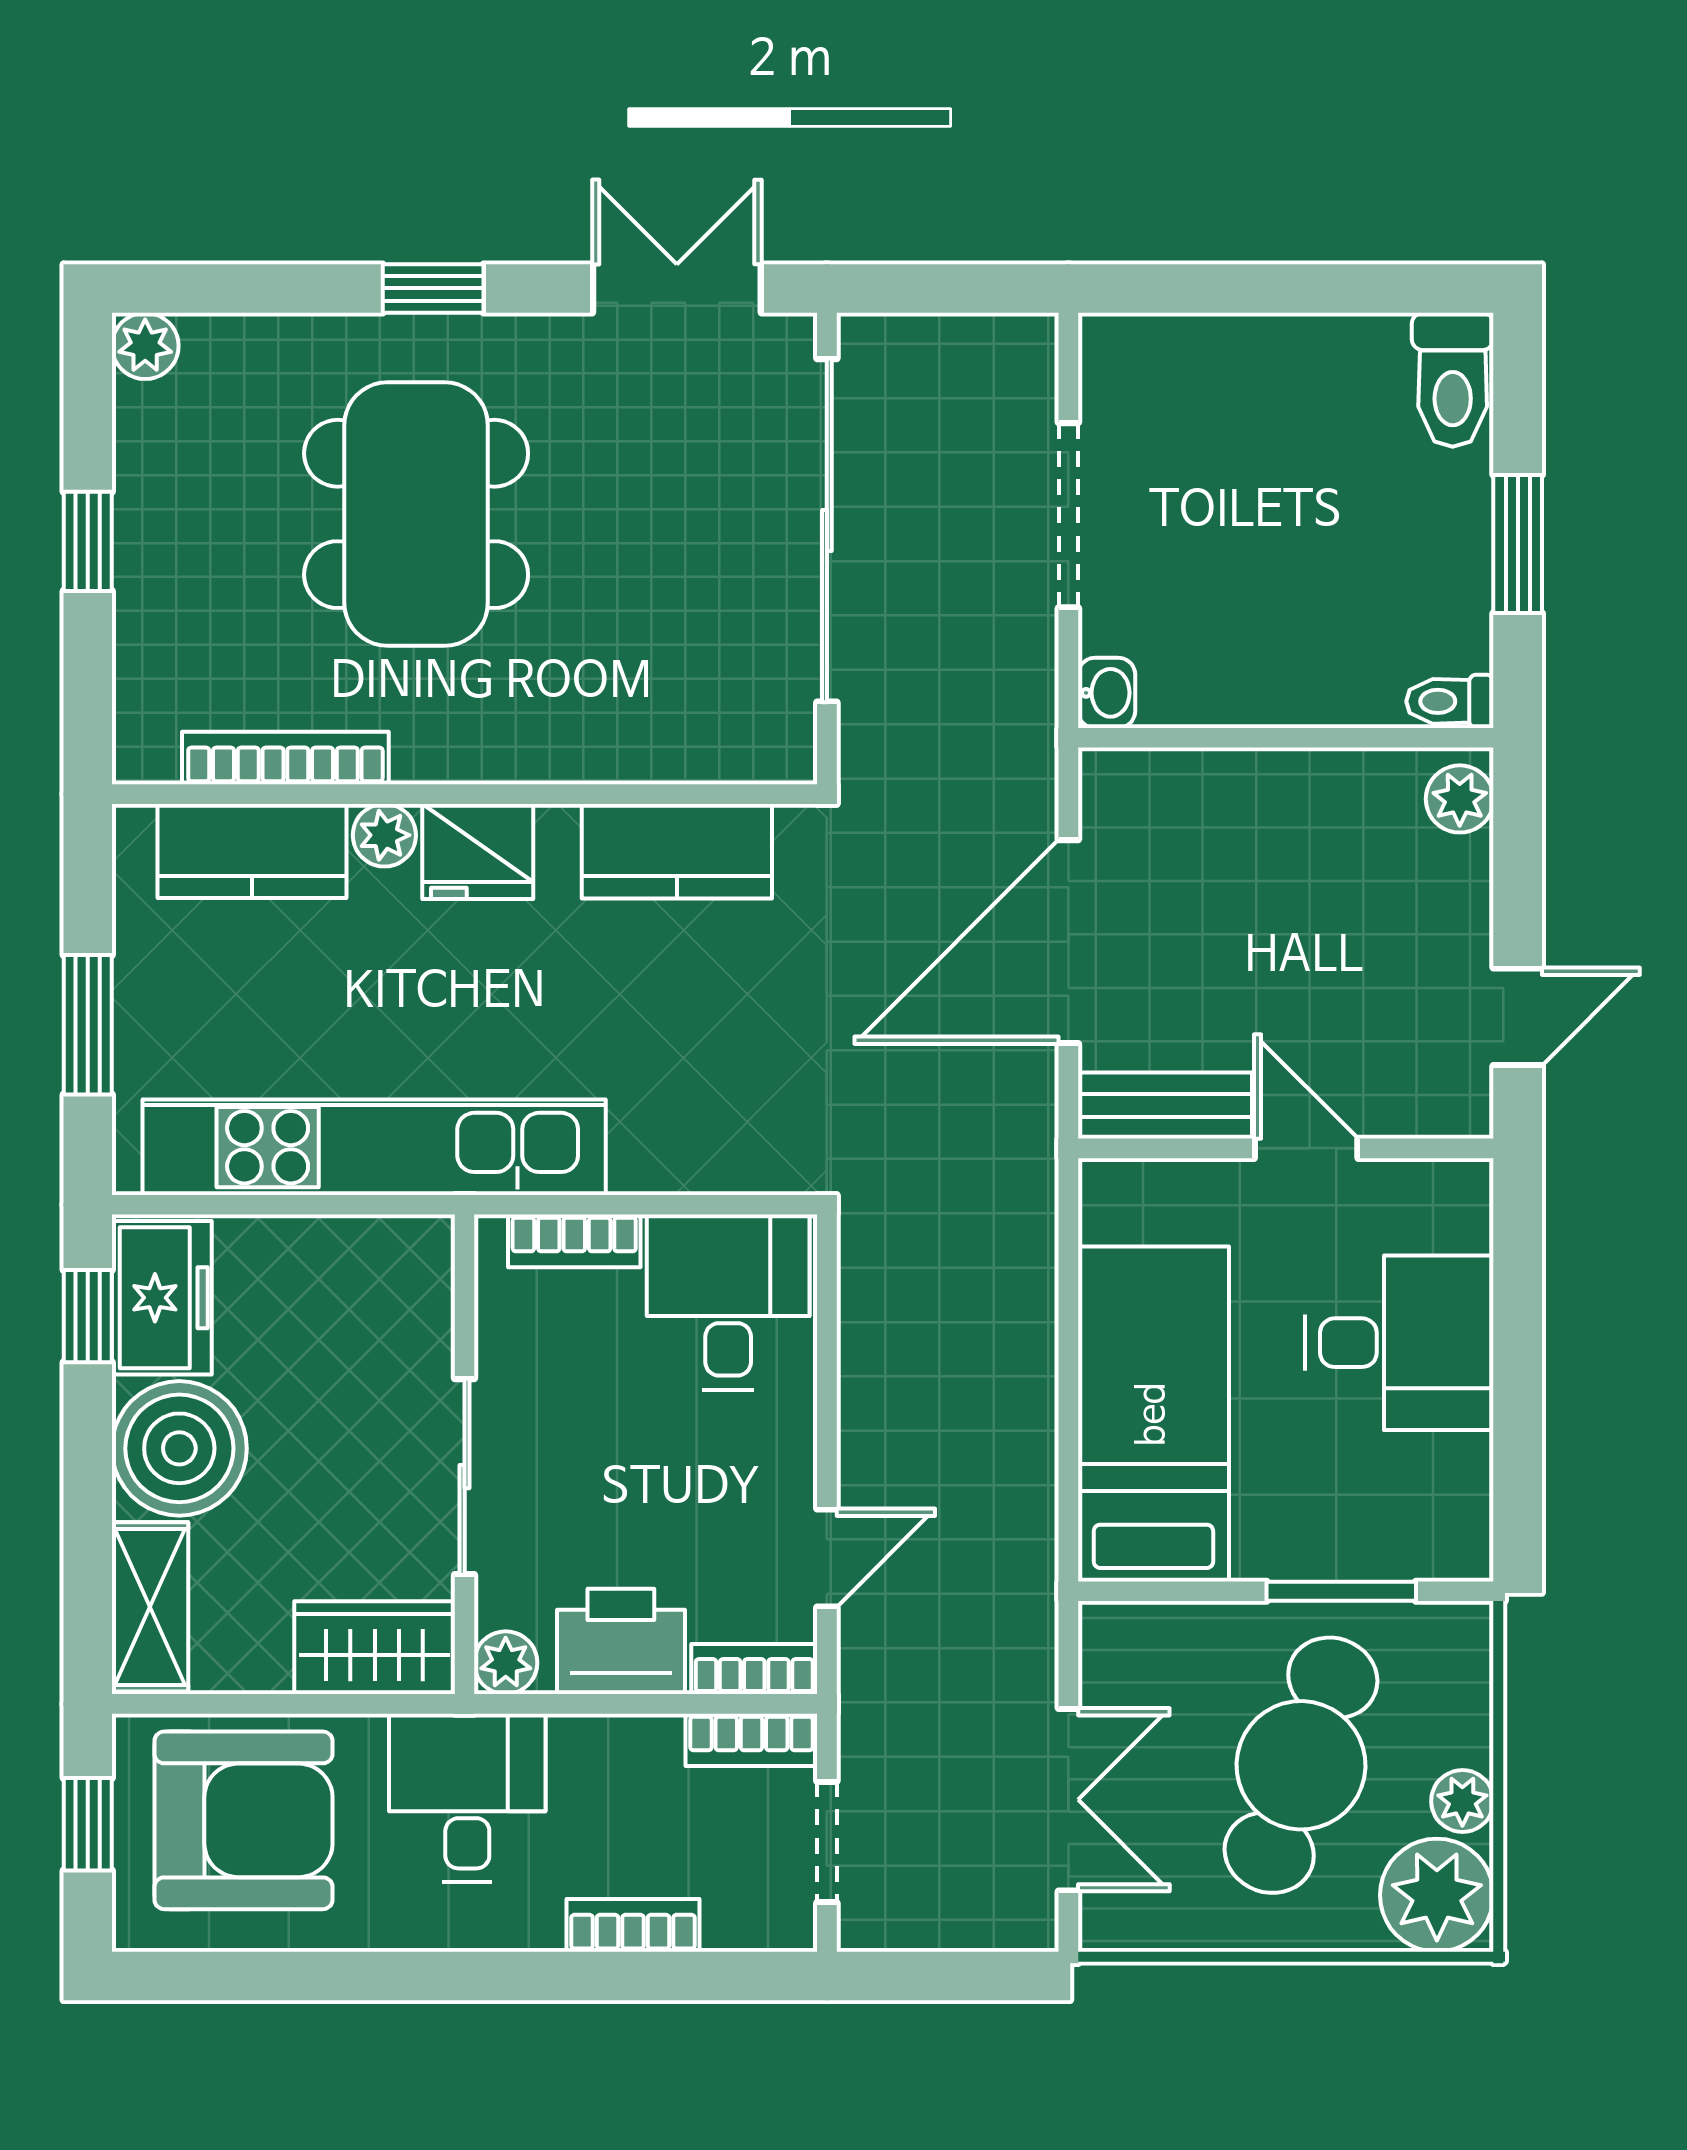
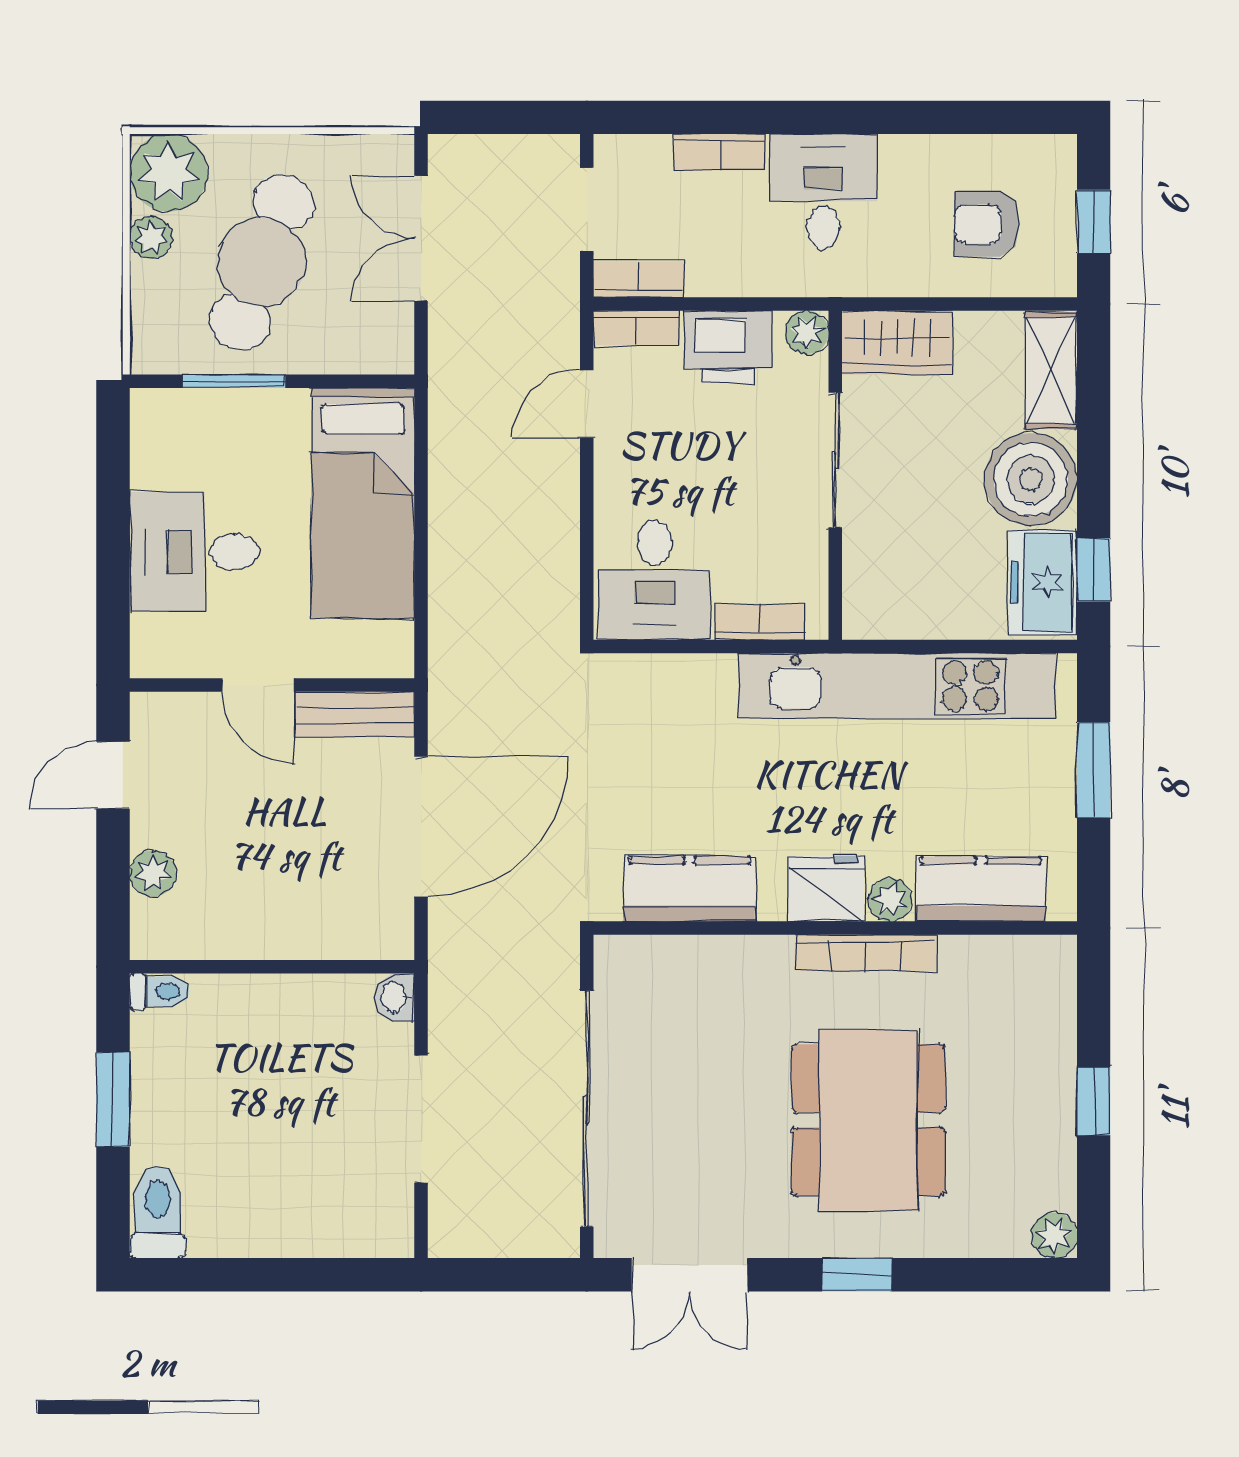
bookcase: (285, 758) -> (865, 953), moved
plant: (1460, 799) -> (153, 873), moved
desk: (467, 1798) -> (823, 192), moved, turned 180
armchair: (244, 1820) -> (987, 224), width x0.53, depth x0.53

